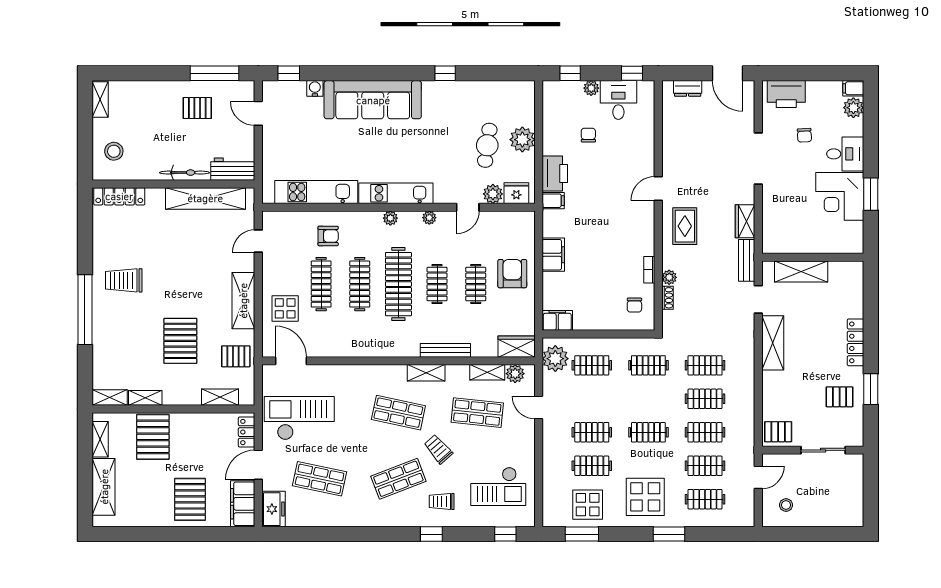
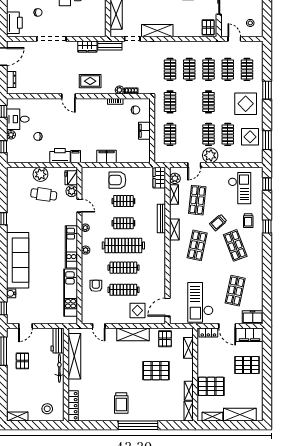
filing cabinet: (557, 320) -> (144, 131), moved
plant: (555, 359) -> (210, 155), moved

